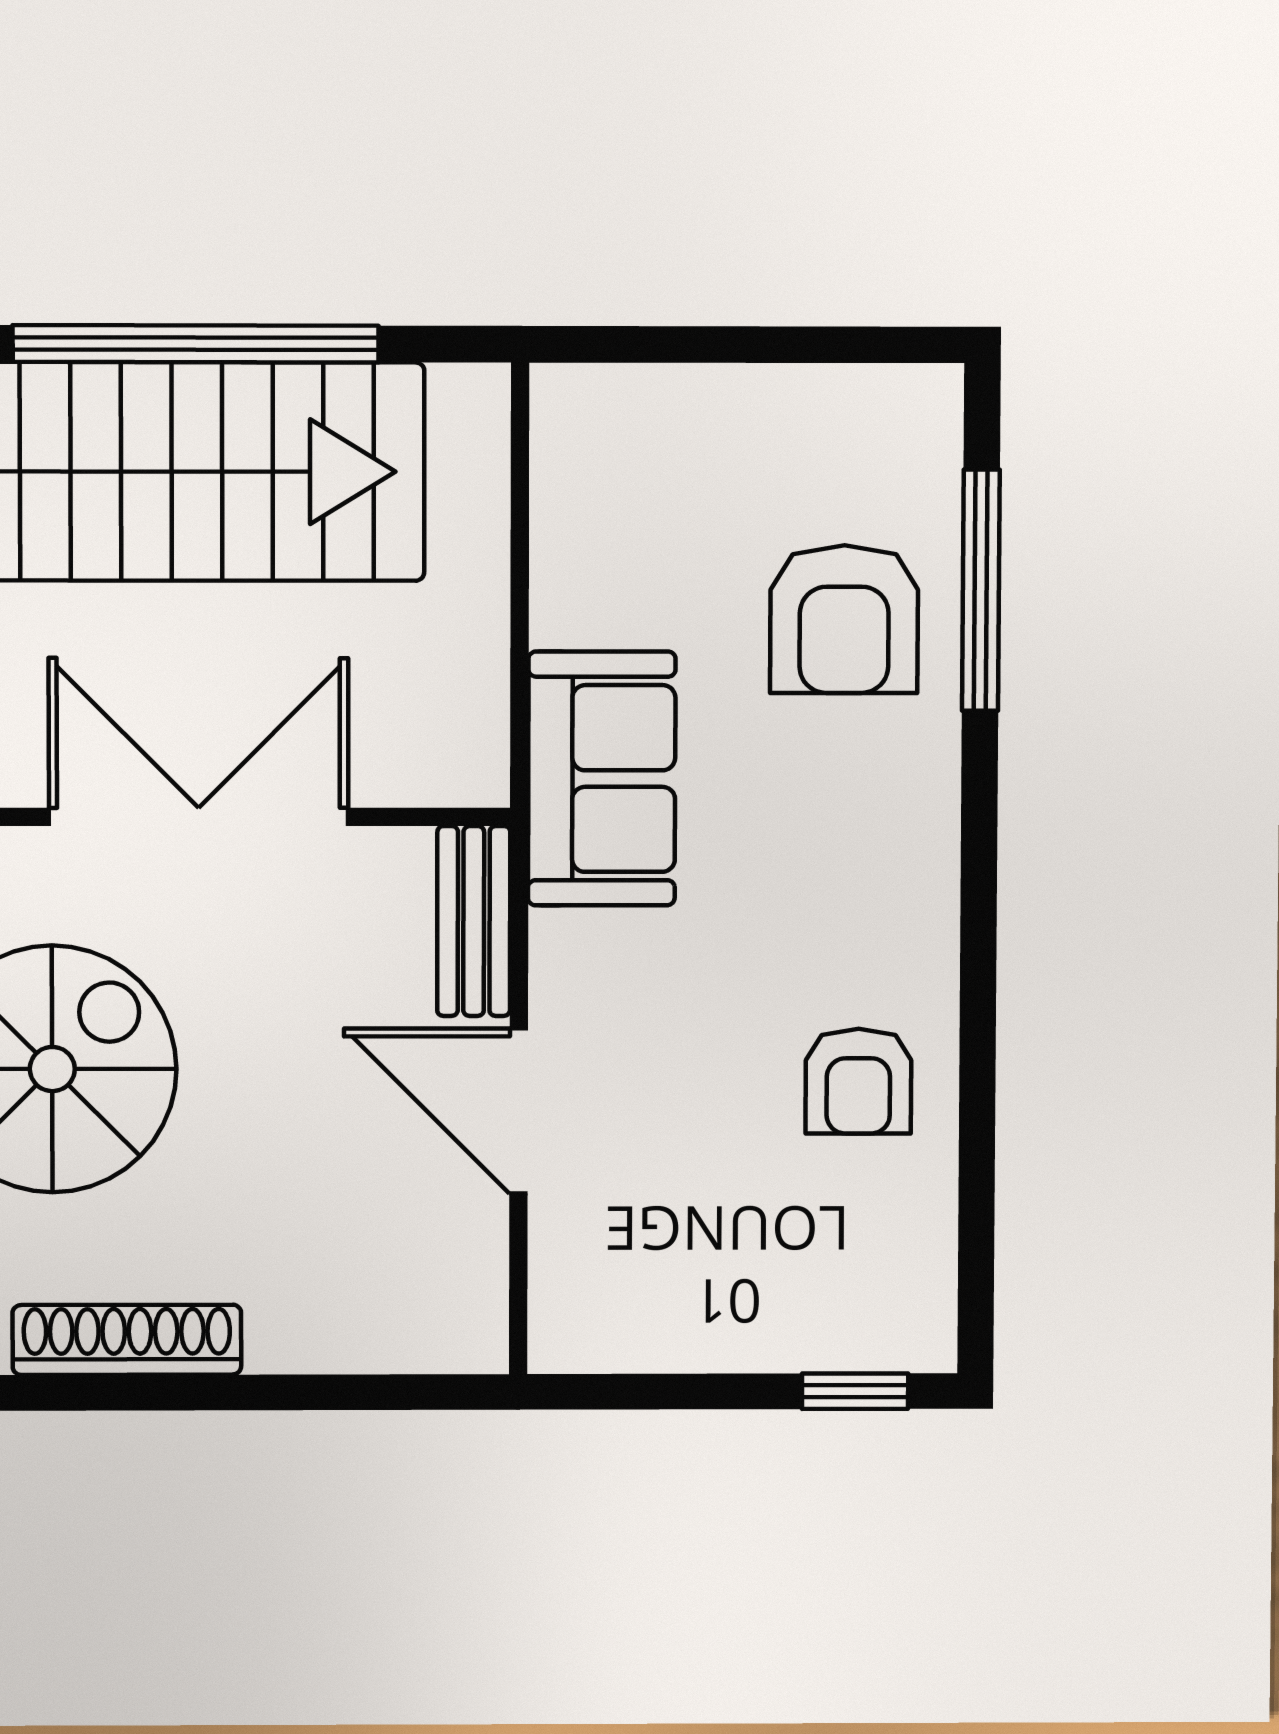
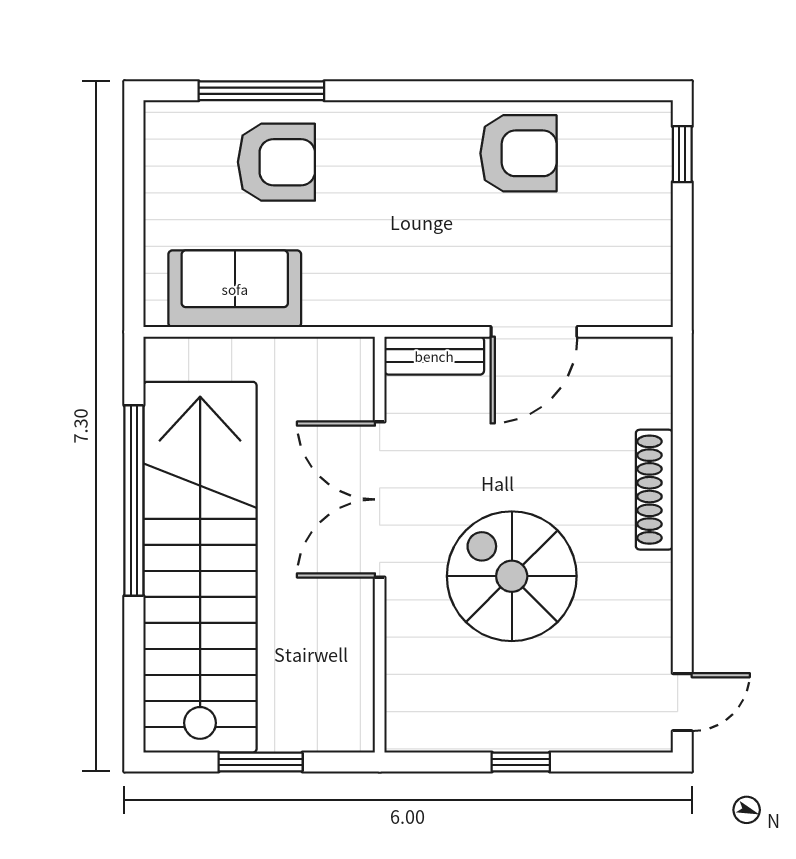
sofa: (602, 779) -> (235, 289), moved
armchair: (858, 1081) -> (518, 153), width x1.38, depth x1.38
shoe rack: (127, 1340) -> (654, 490), moved

